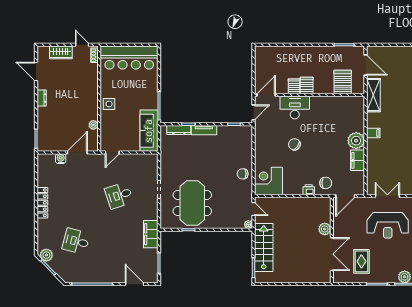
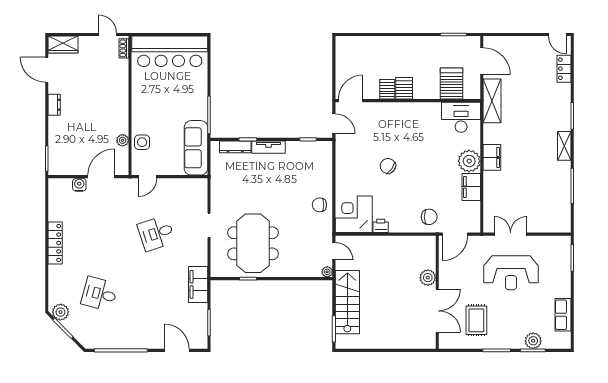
wardrobe: (61, 52) -> (63, 45), moved
side table: (109, 104) -> (142, 142), moved
desk: (295, 107) -> (461, 117), moved
door: (254, 112) -> (334, 124), hinge flipped
filing cabinet: (373, 133) -> (492, 157), width x2.00
printer: (309, 190) -> (381, 226), moved

